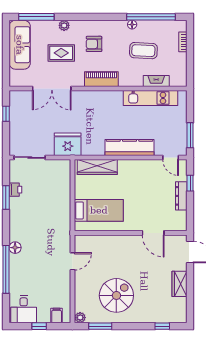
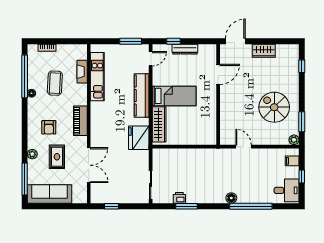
fridge: (68, 144) -> (139, 138), moved
bed: (99, 210) -> (174, 96), moved, turned 90

